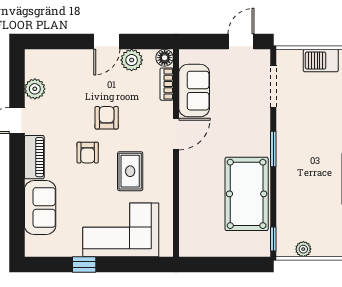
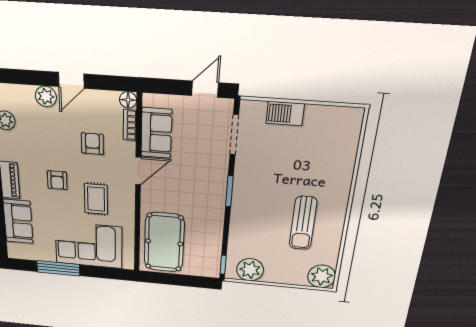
plant: (132, 60) -> (46, 96), moved
armchair: (107, 118) -> (92, 144), moved
pool table: (247, 194) -> (164, 242), moved
plant: (303, 249) -> (250, 270), width x1.87, depth x1.87
window: (84, 264) -> (58, 268), width x2.17

